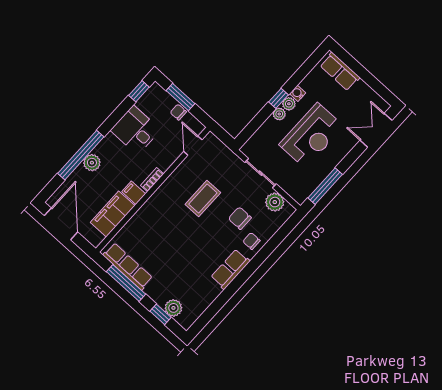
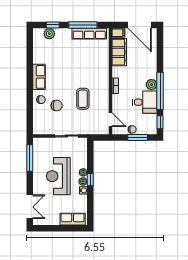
window: (81, 155) -> (160, 91), moved
plant: (92, 163) -> (151, 85), moved
filing cabinet: (134, 193) -> (118, 33), moved
plant: (275, 202) -> (47, 128), removed

